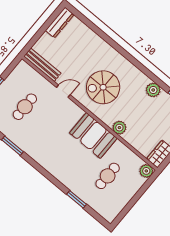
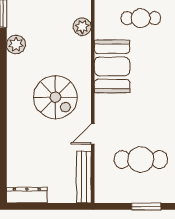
door: (63, 91) -> (93, 134), hinge flipped
cafe table: (25, 107) -> (141, 159), width x1.37, depth x1.35
plant: (119, 128) -> (82, 27), moved

